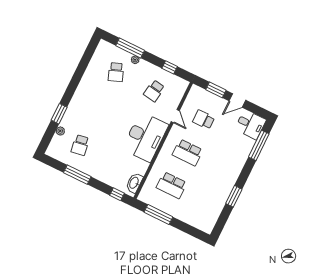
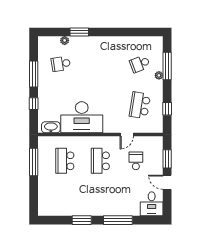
school desk: (154, 91) -> (140, 105), width x1.85
desk: (145, 137) -> (82, 117), moved
window: (259, 145) -> (118, 220), moved
window: (117, 194) -> (34, 104), moved

